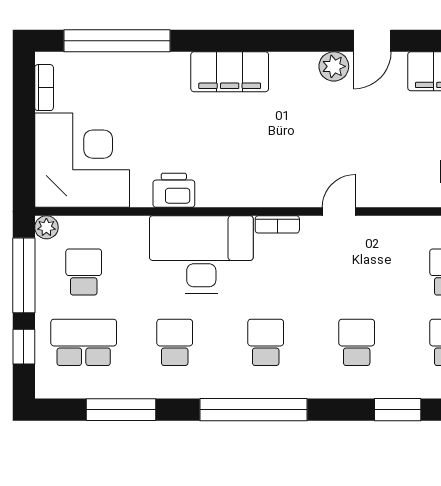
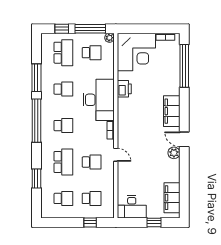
door: (372, 41) -> (184, 139), moved
school desk: (357, 272) -> (92, 162), added
school desk: (357, 342) -> (63, 162), width x1.85
window: (121, 410) -> (36, 78), moved

